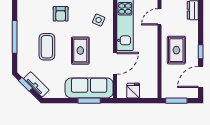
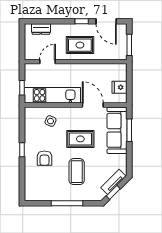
armchair: (61, 14) -> (44, 158), turned 90
door: (159, 17) -> (47, 62), swing flipped
coffee table: (47, 47) -> (77, 172), turned 90

